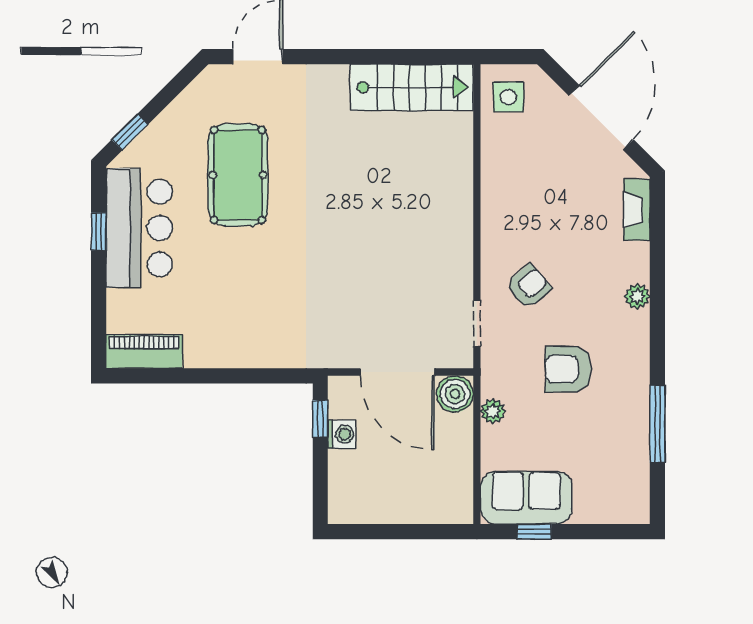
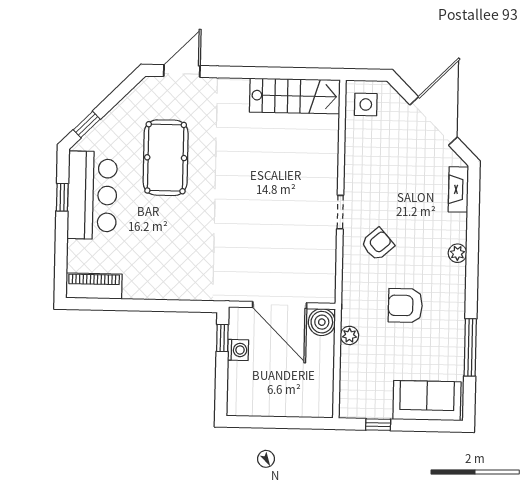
doorway: (477, 323) -> (340, 212), moved
sofa: (526, 498) -> (427, 401), moved

